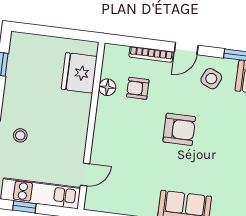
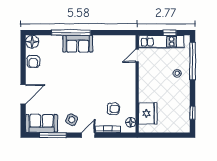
floor lamp: (107, 87) -> (131, 122), moved
armchair: (179, 129) -> (86, 88), removed

